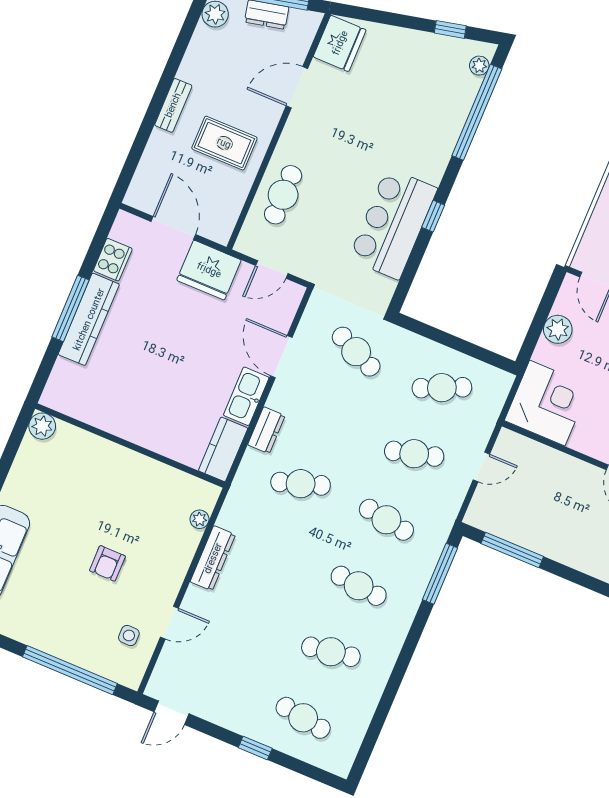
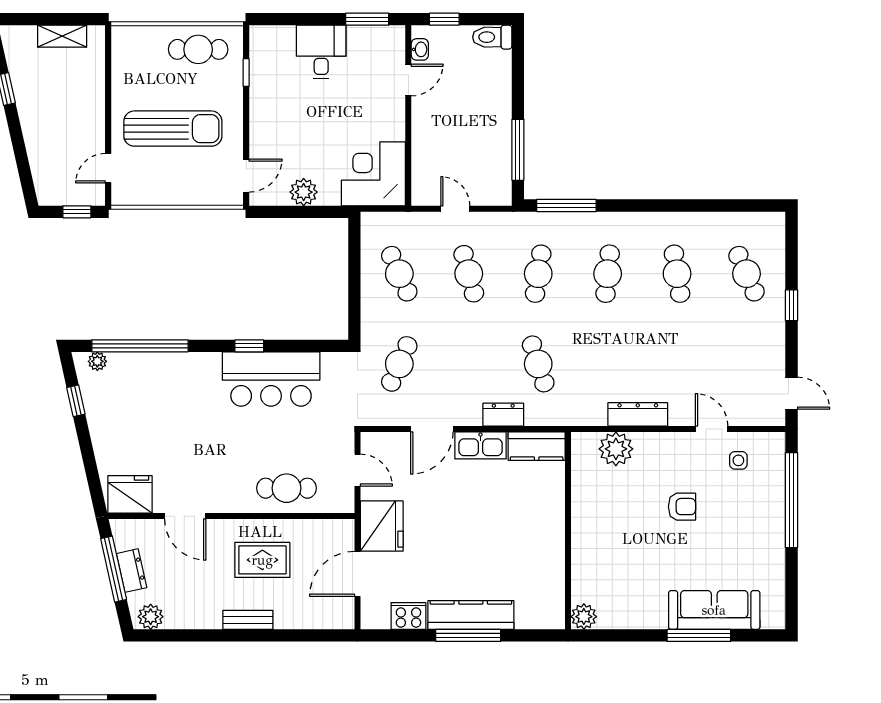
rug: (224, 143) -> (262, 560), turned 90
plant: (199, 519) -> (616, 449), width x1.88, depth x1.88
cafe table: (303, 718) -> (746, 274), turned -33

